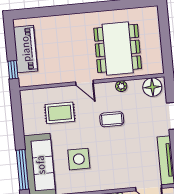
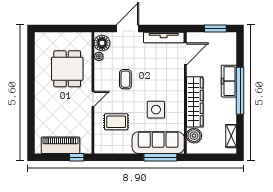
dining table: (118, 48) -> (67, 69), width x0.73
plant: (121, 86) -> (99, 56), moved
rug: (60, 113) -> (116, 122), turned 90

